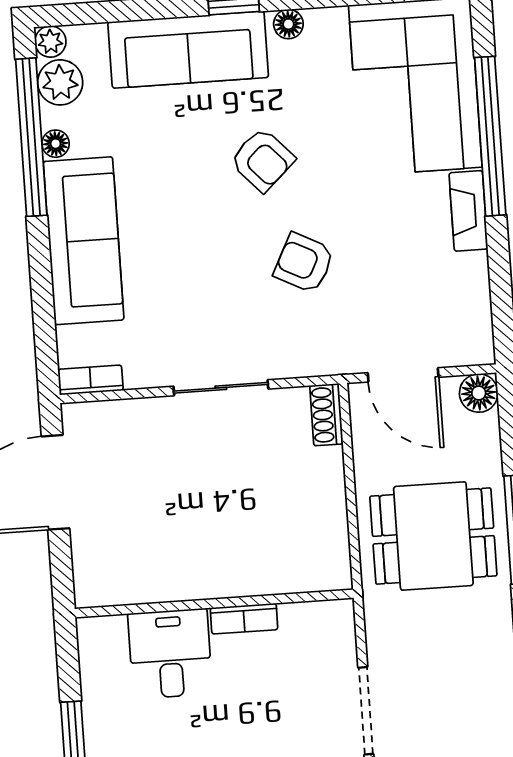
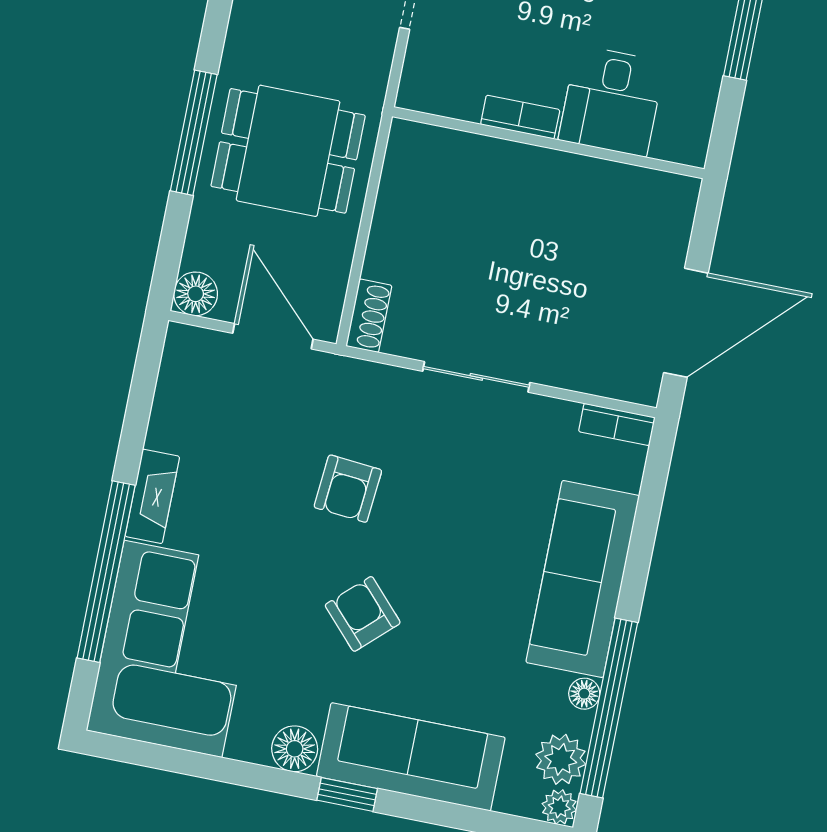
floor lamp: (288, 24) -> (295, 749), width x1.37, depth x1.37
armchair: (304, 263) -> (348, 489), turned 68

